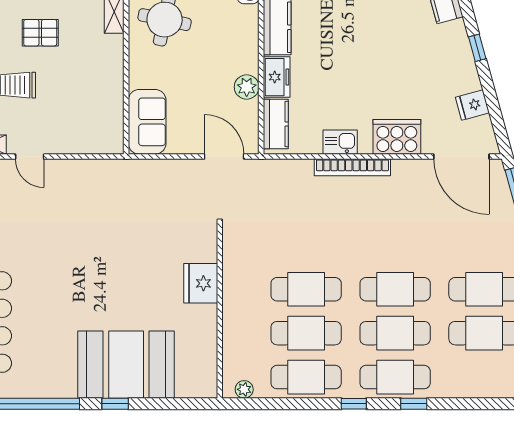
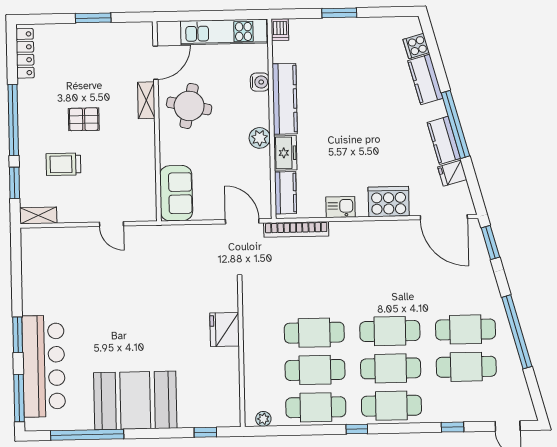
window: (477, 48) -> (455, 124), width x3.17
kitchen counter: (463, 66) -> (444, 140), added
plant: (247, 87) -> (260, 138), moved
door: (30, 157) -> (111, 224), moved
bookcase: (352, 167) -> (296, 229), moved
booth: (126, 365) -> (135, 400), moved
window: (115, 404) -> (205, 432), moved
window: (414, 404) -> (452, 427), moved

